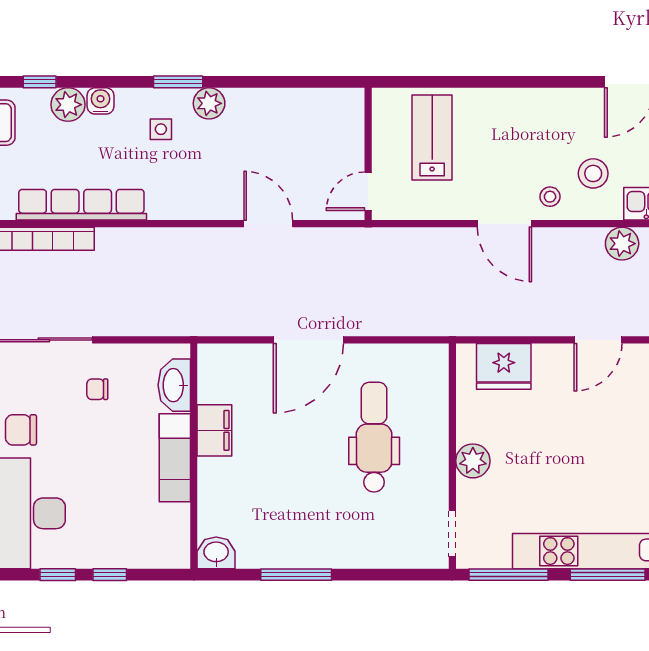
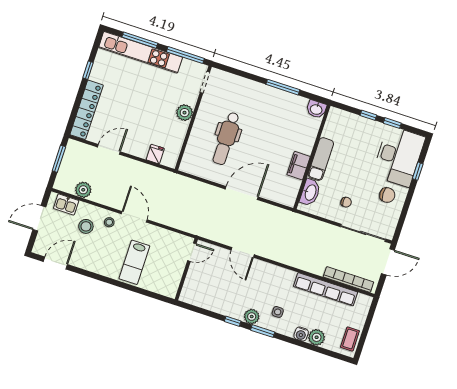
window: (40, 82) -> (233, 321), moved
lab bench: (432, 138) -> (134, 262), moved
fridge: (504, 366) -> (155, 154), width x0.53, depth x0.75

